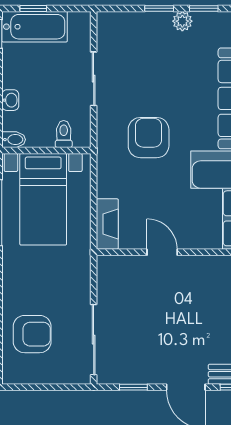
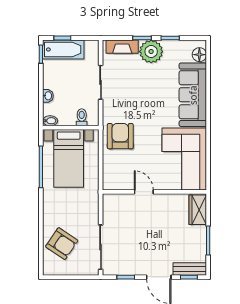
plant: (182, 21) -> (151, 52), width x1.88, depth x1.88
armchair: (149, 138) -> (120, 136), moved
fireplace: (107, 224) -> (122, 47), moved, turned 90
armchair: (32, 334) -> (62, 244), turned 34

